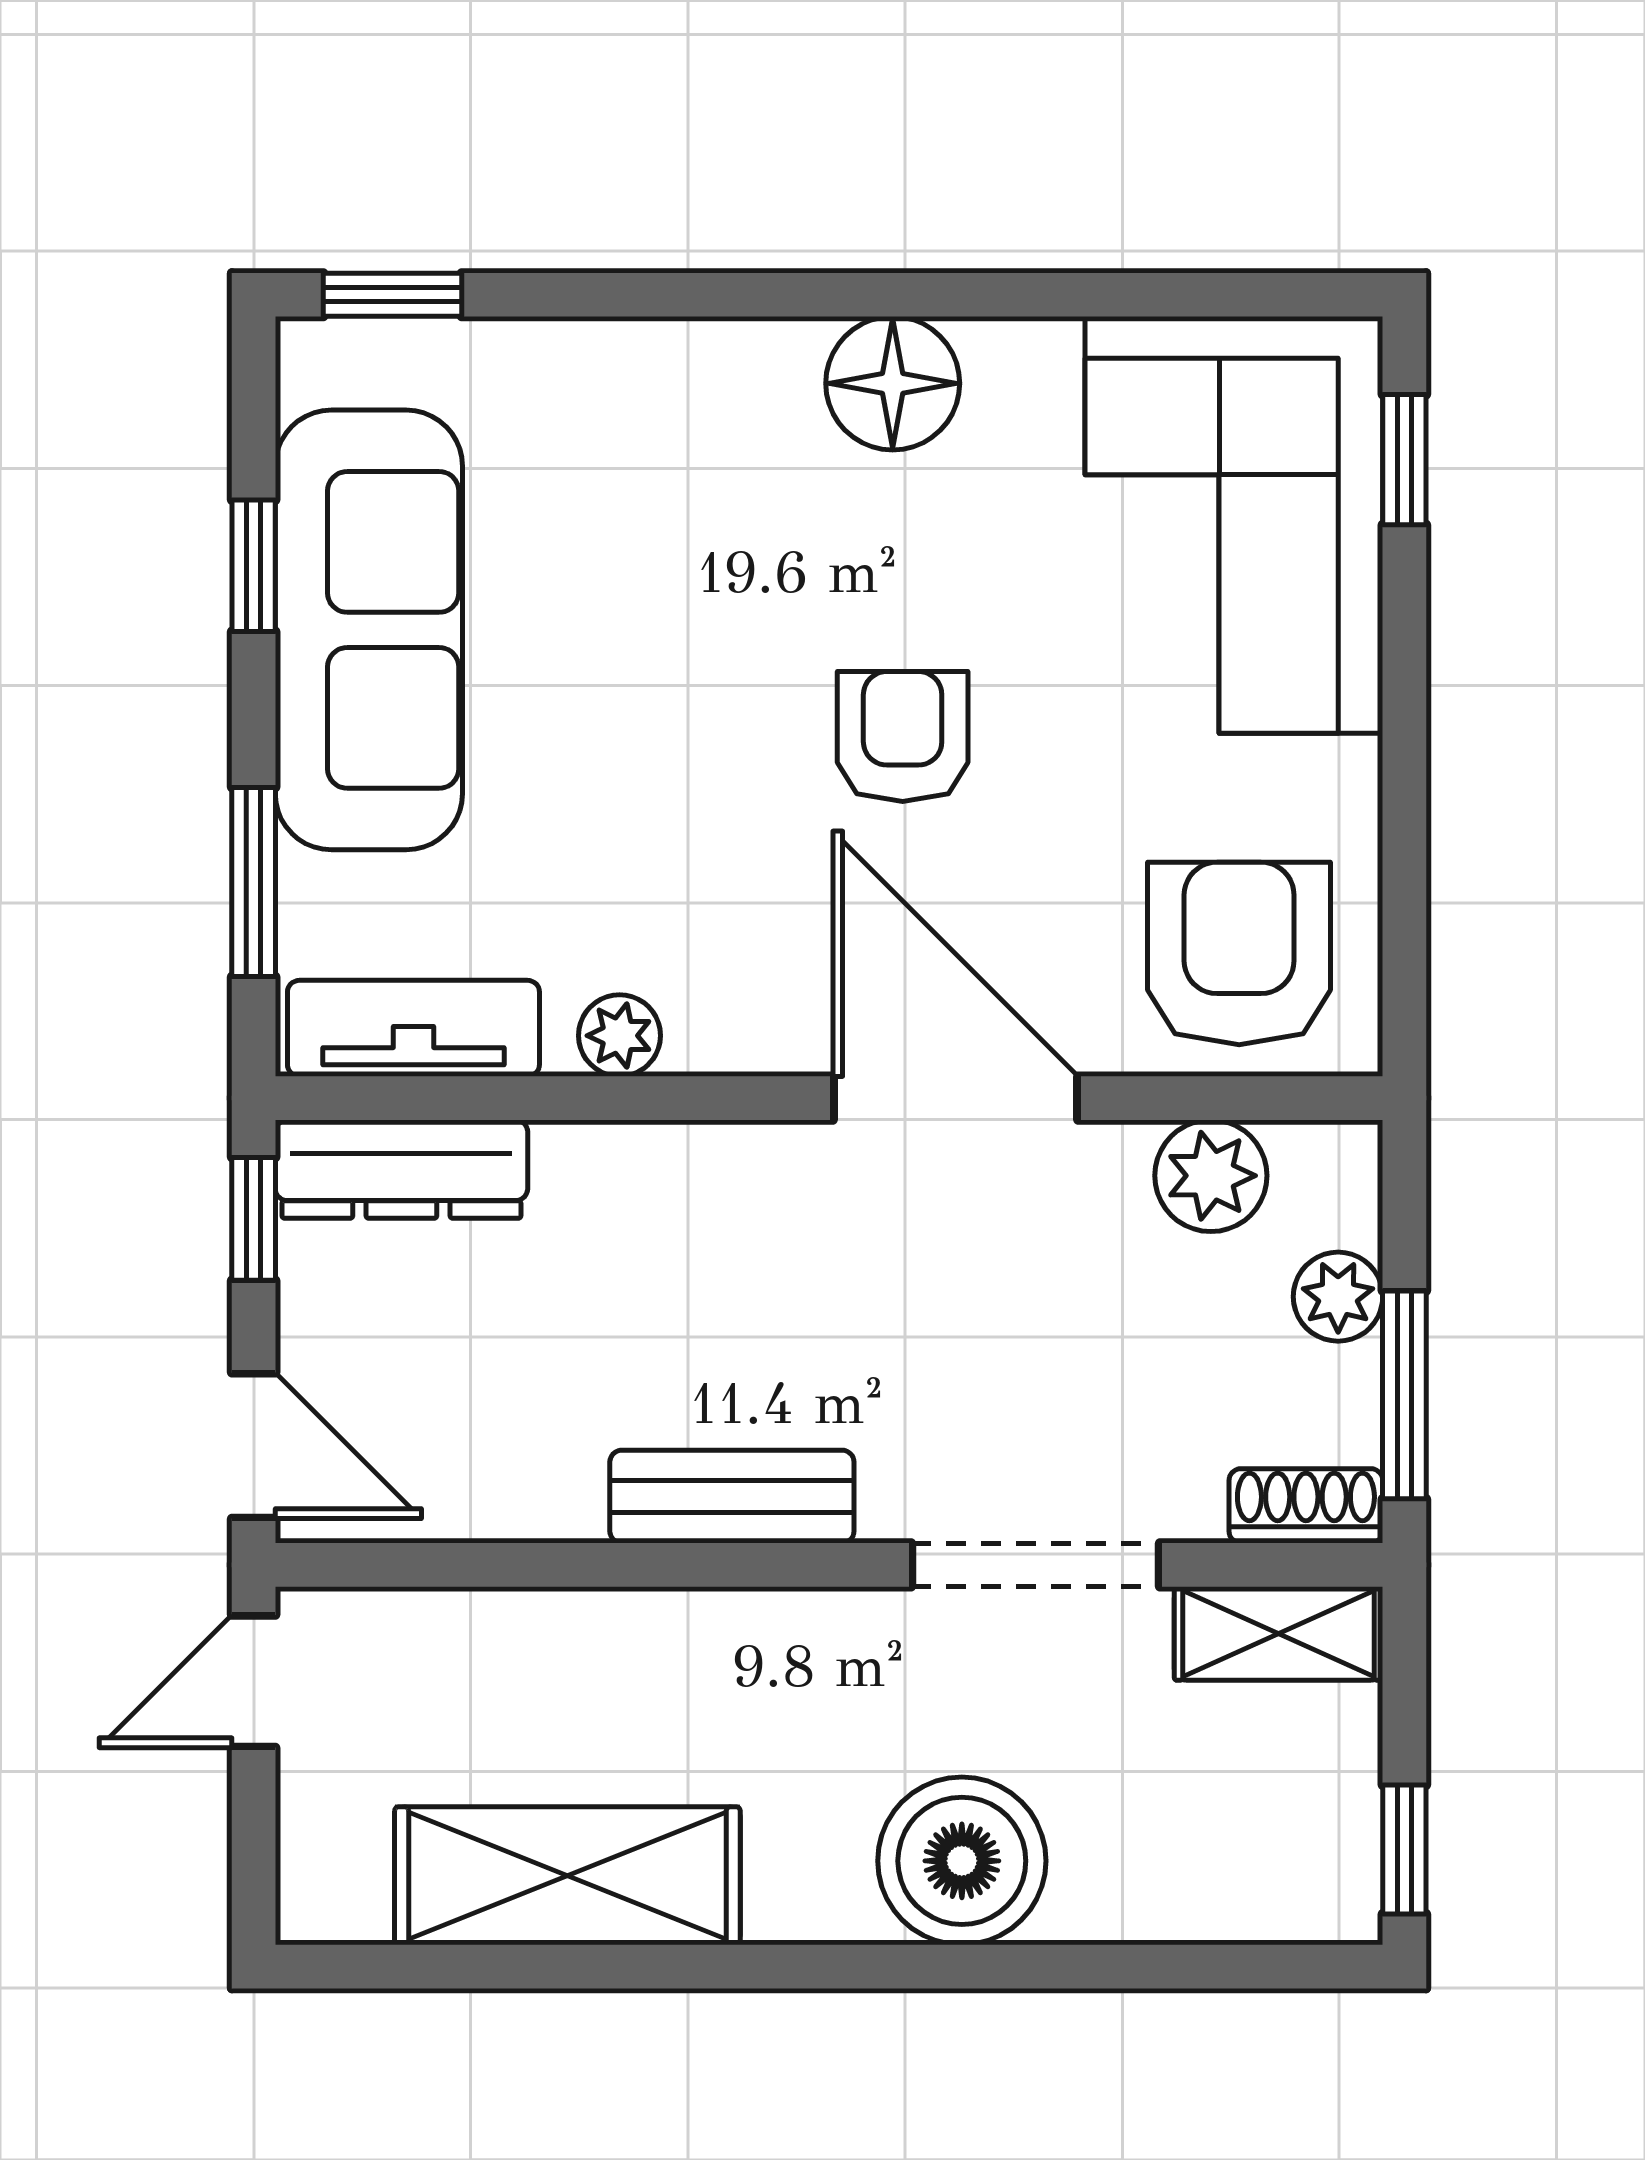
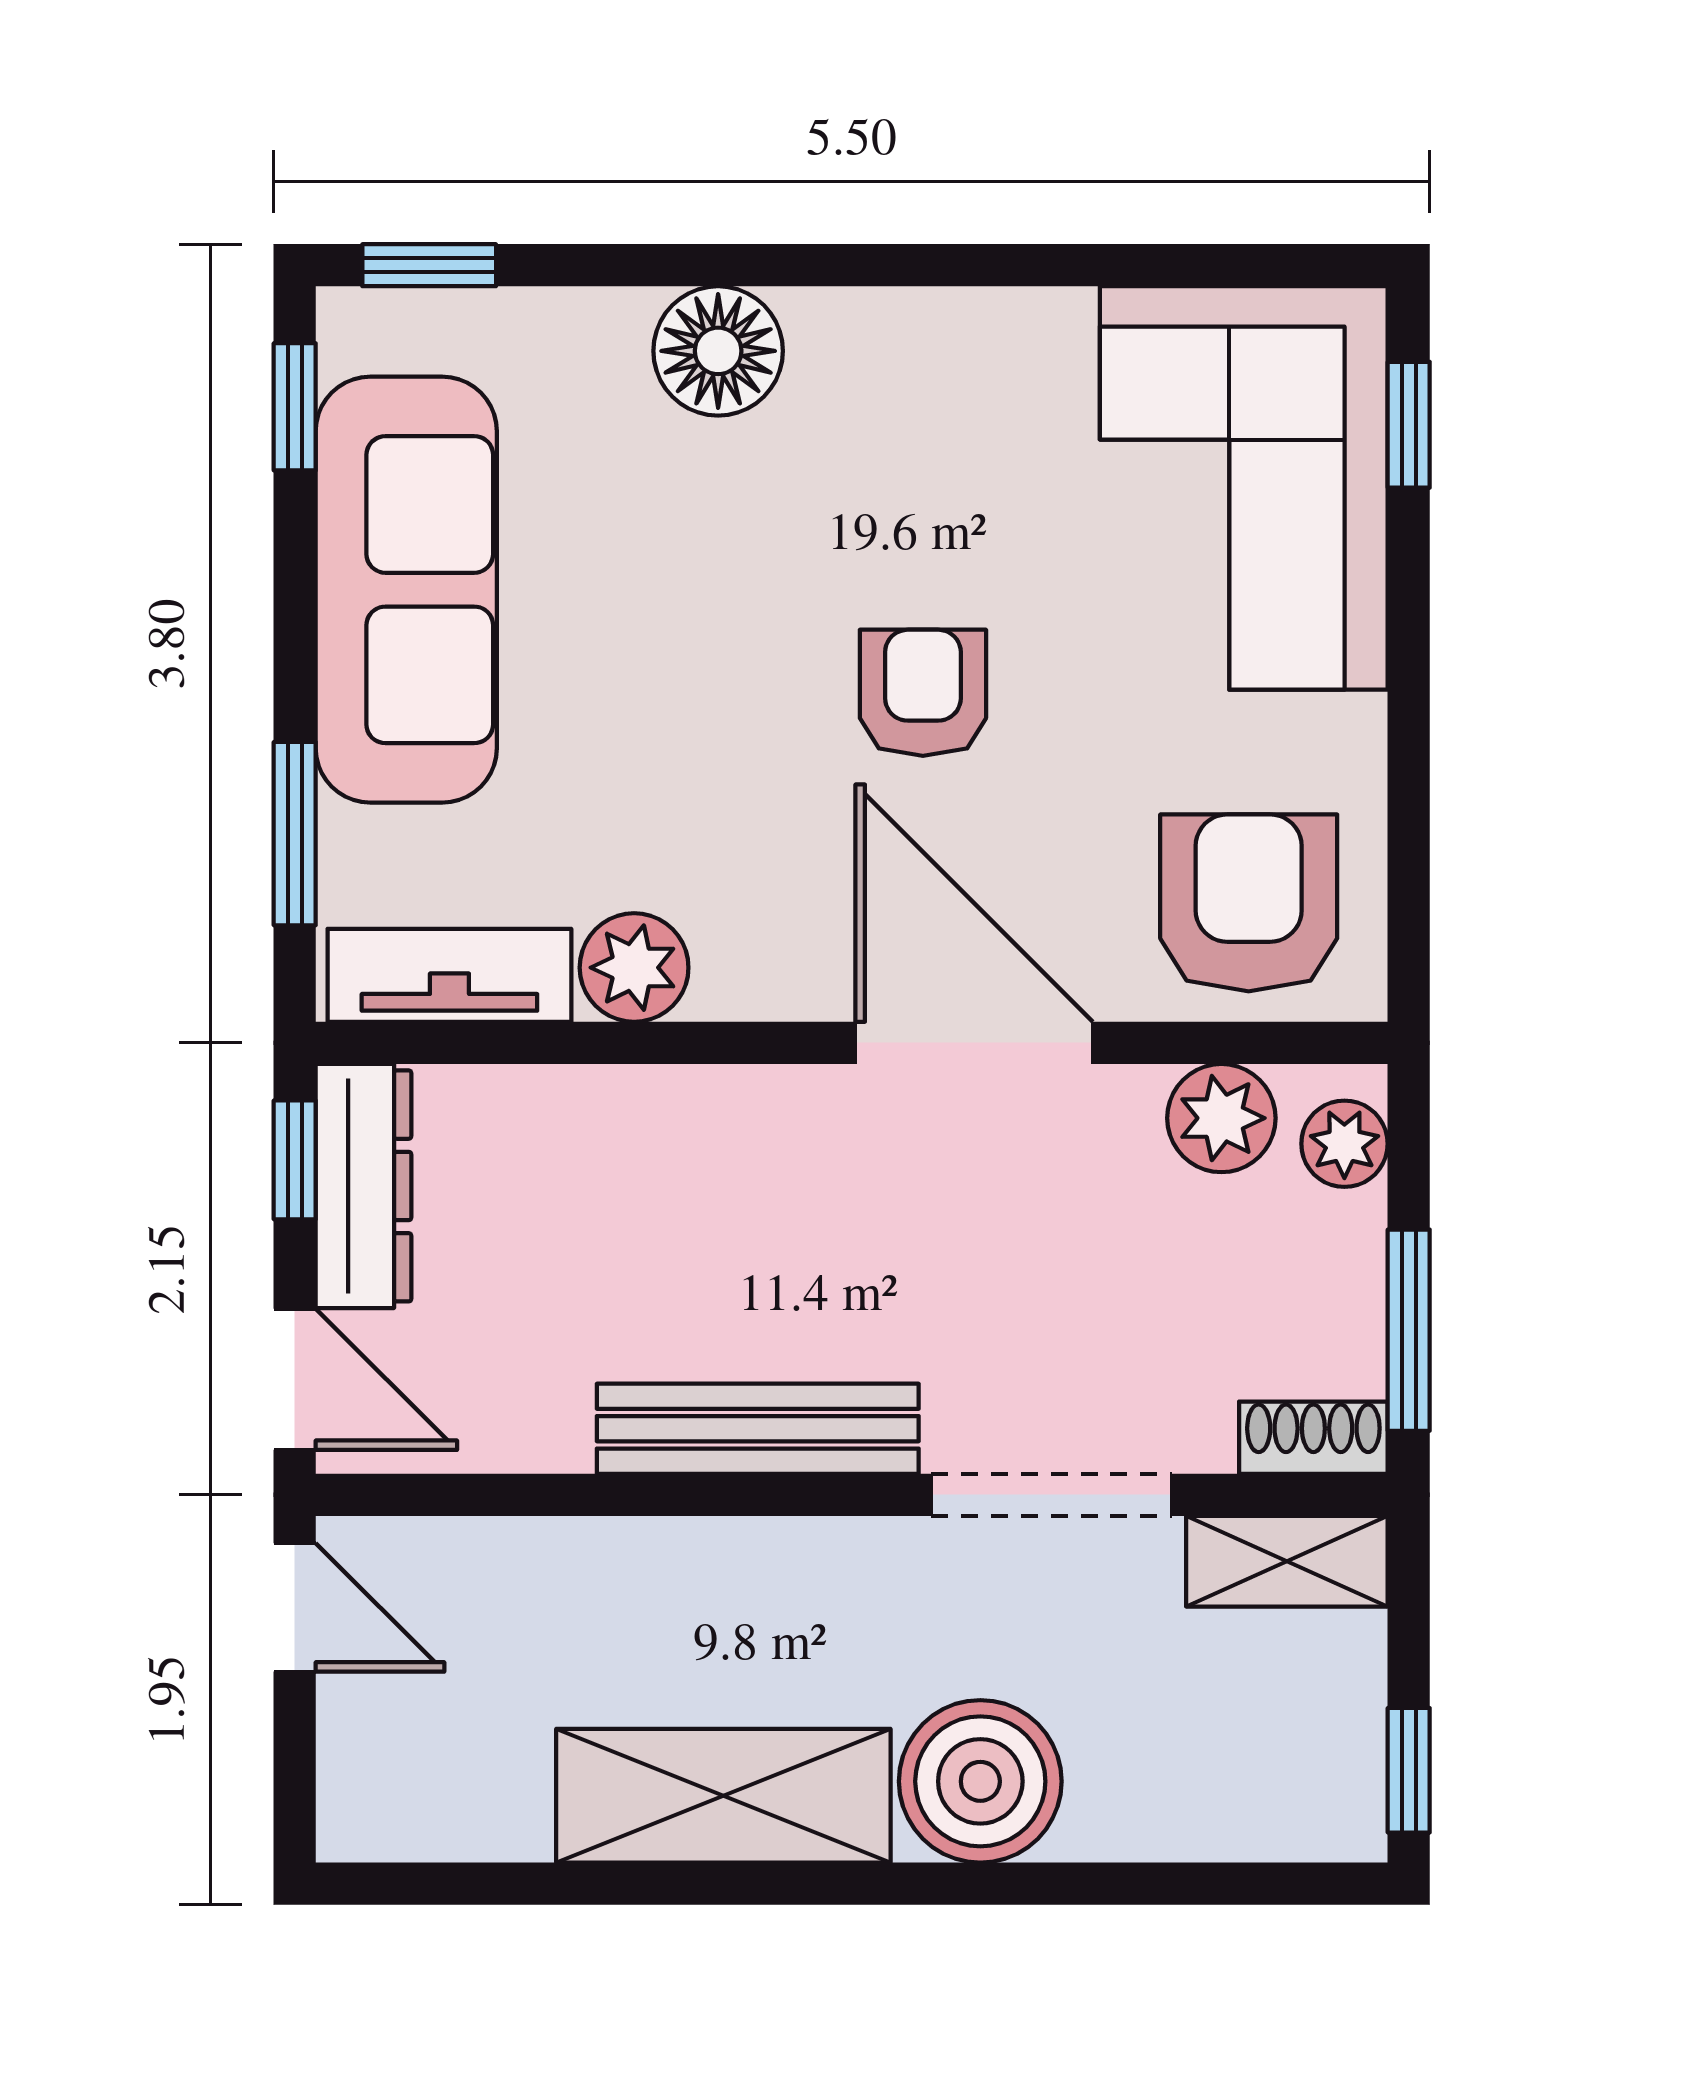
floor lamp: (893, 383) -> (718, 351), moved
window: (254, 566) -> (295, 407), moved
plant: (620, 1036) -> (634, 968), width x1.38, depth x1.38
dresser: (401, 1169) -> (364, 1186), moved, turned -90
plant: (1338, 1297) -> (1344, 1144), moved
bench: (732, 1497) -> (758, 1429), width x1.36
door: (254, 1681) -> (295, 1607), swing flipped
shelving: (567, 1876) -> (723, 1796), moved

